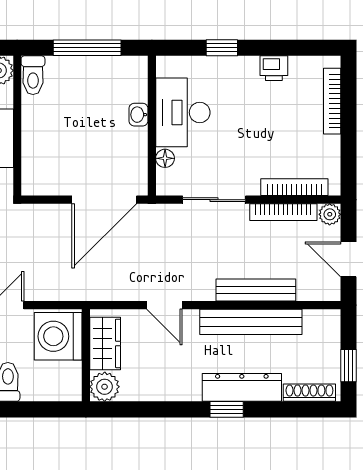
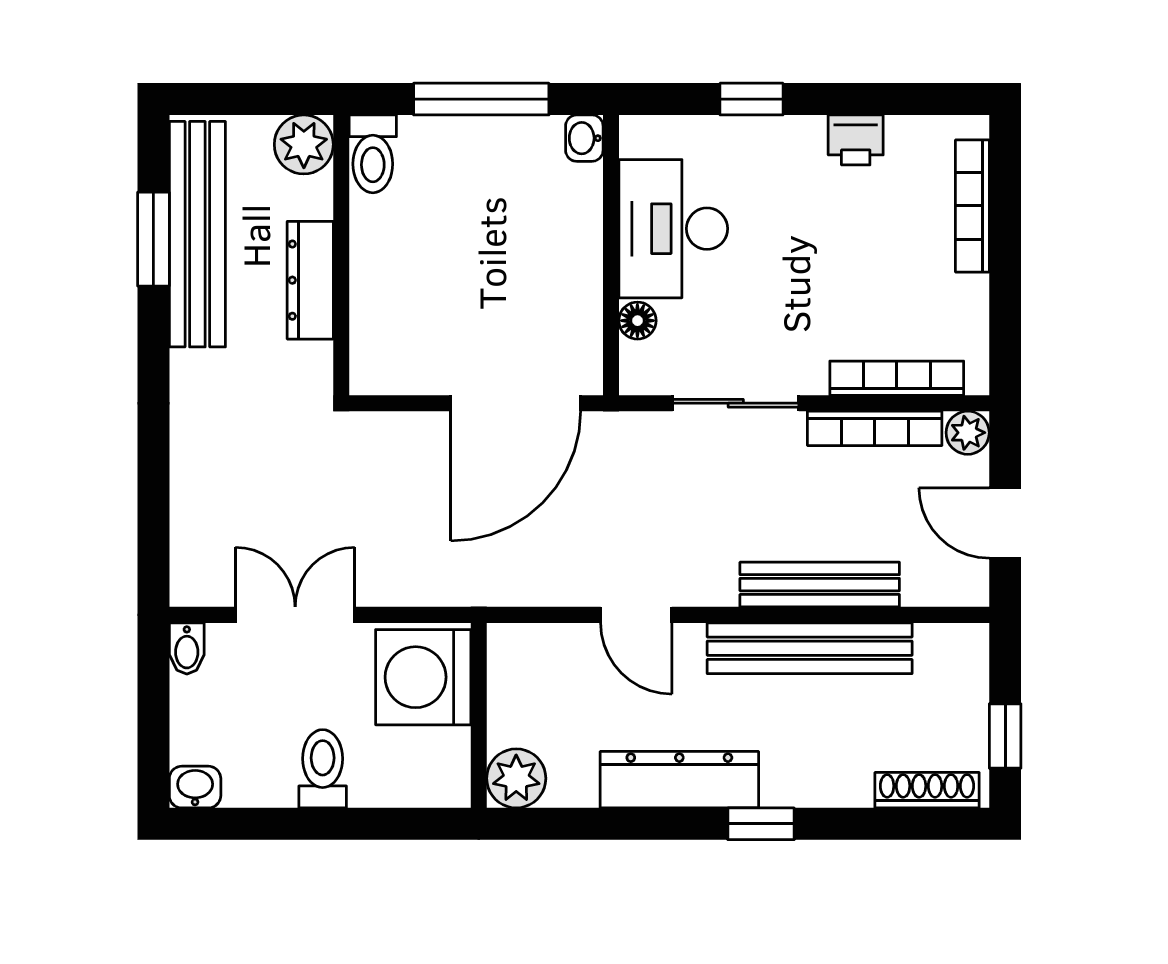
washbasin: (138, 115) -> (584, 138), moved
wardrobe: (105, 343) -> (517, 692), removed
dresser: (242, 387) -> (679, 780), moved

